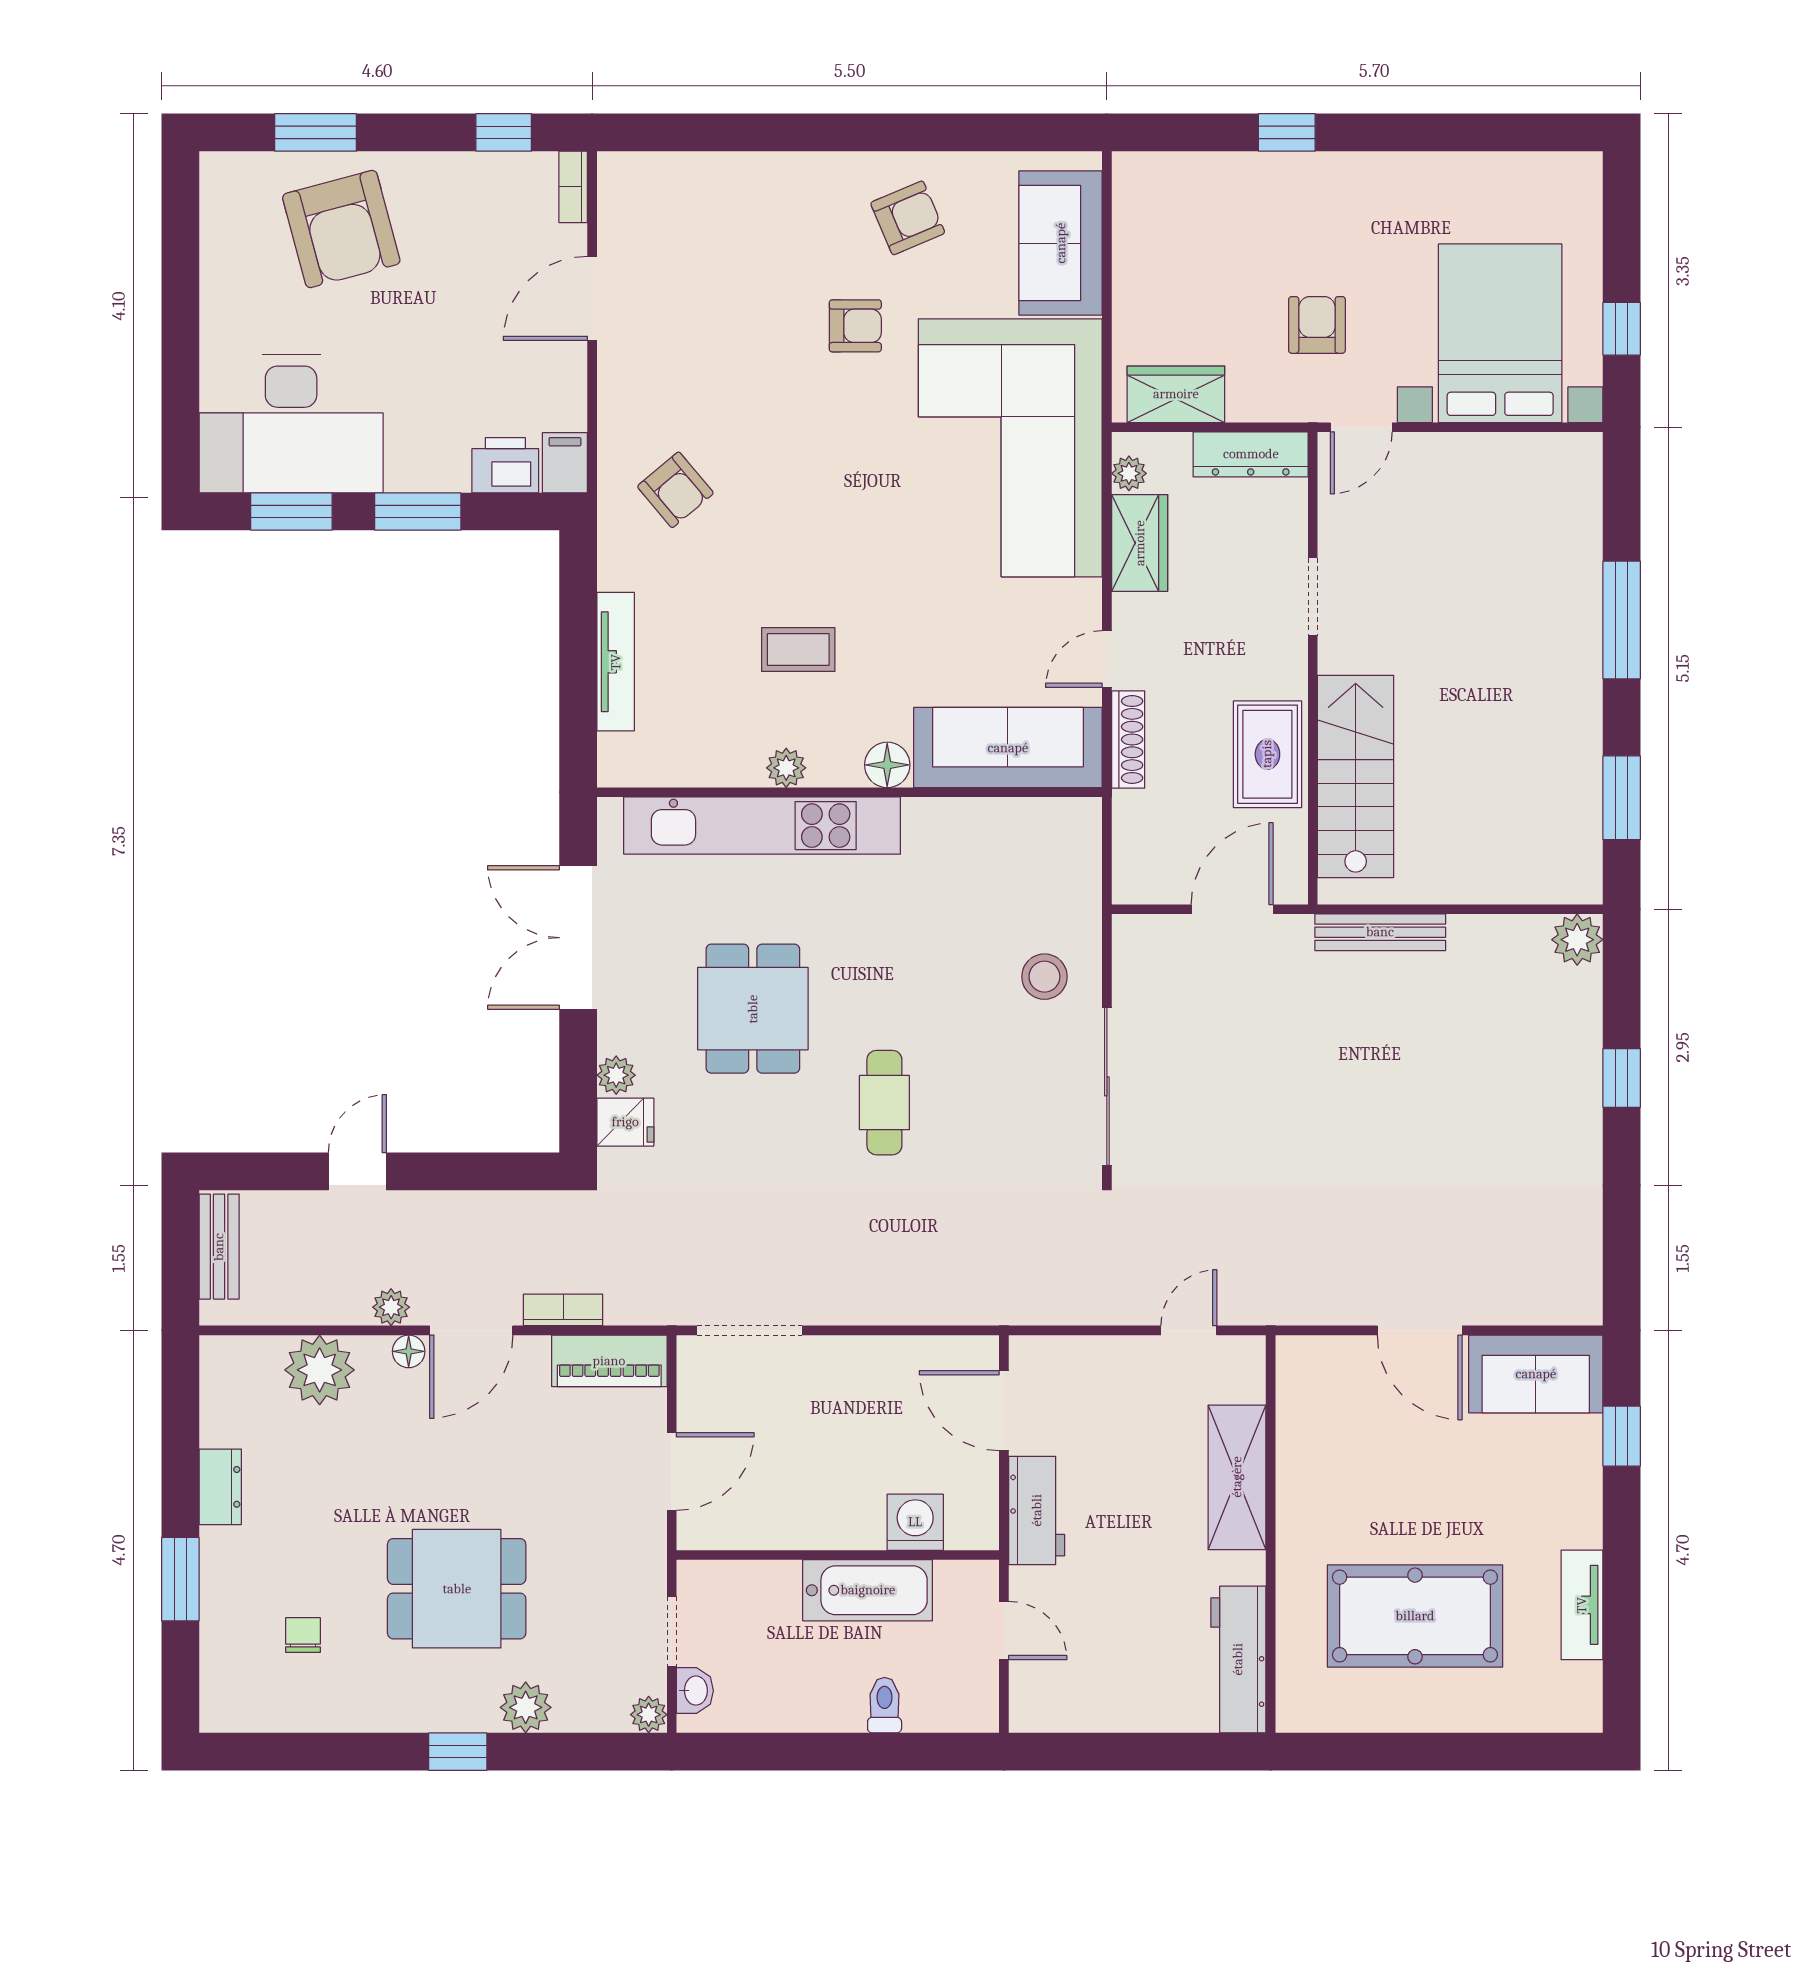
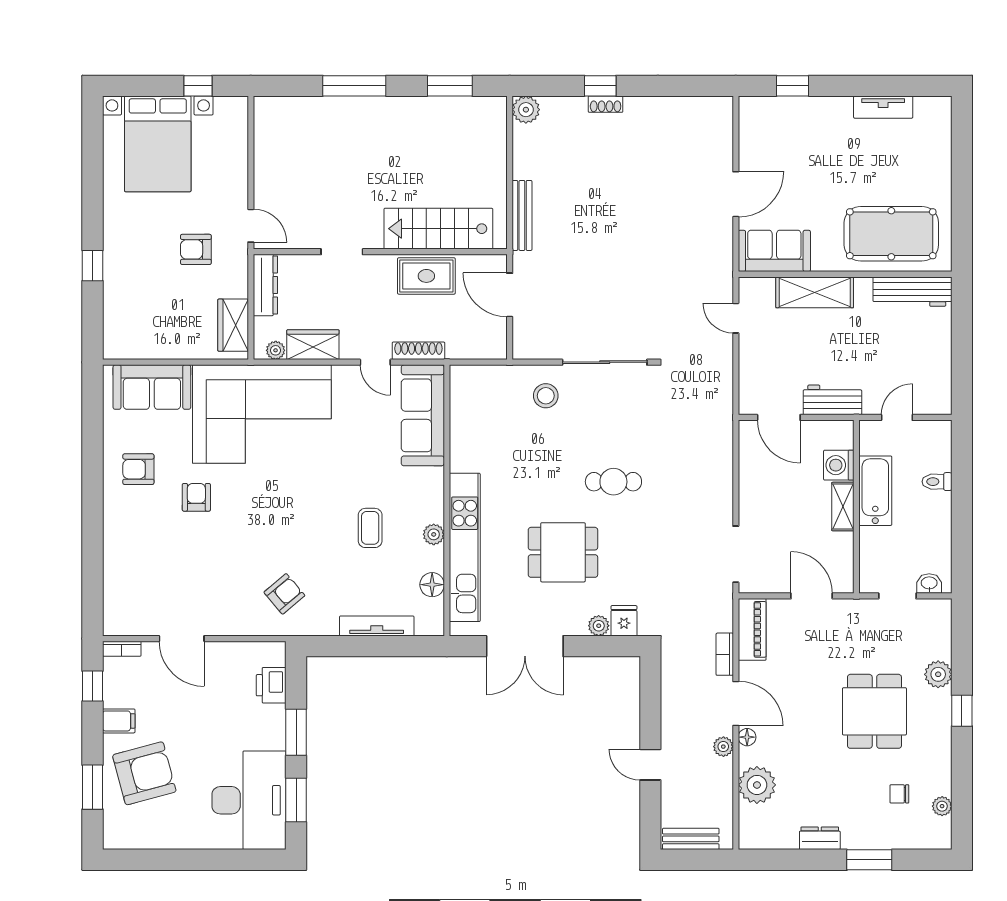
armchair: (908, 218) -> (138, 469), turned -67
bed with nightstands: (1500, 333) -> (158, 144), moved, turned -90
filing cabinet: (565, 463) -> (119, 721), moved, turned 180
floor lamp: (887, 765) -> (432, 585), moved
shoe rack: (1587, 1088) -> (606, 104), added
sofa: (1536, 1374) -> (774, 251), moved, turned -90
door: (1004, 1411) -> (779, 417), hinge flipped
shelving: (838, 1530) -> (843, 507), added
pool table: (1415, 1616) -> (891, 234), moved, turned 90
plant: (649, 1715) -> (942, 806), moved

